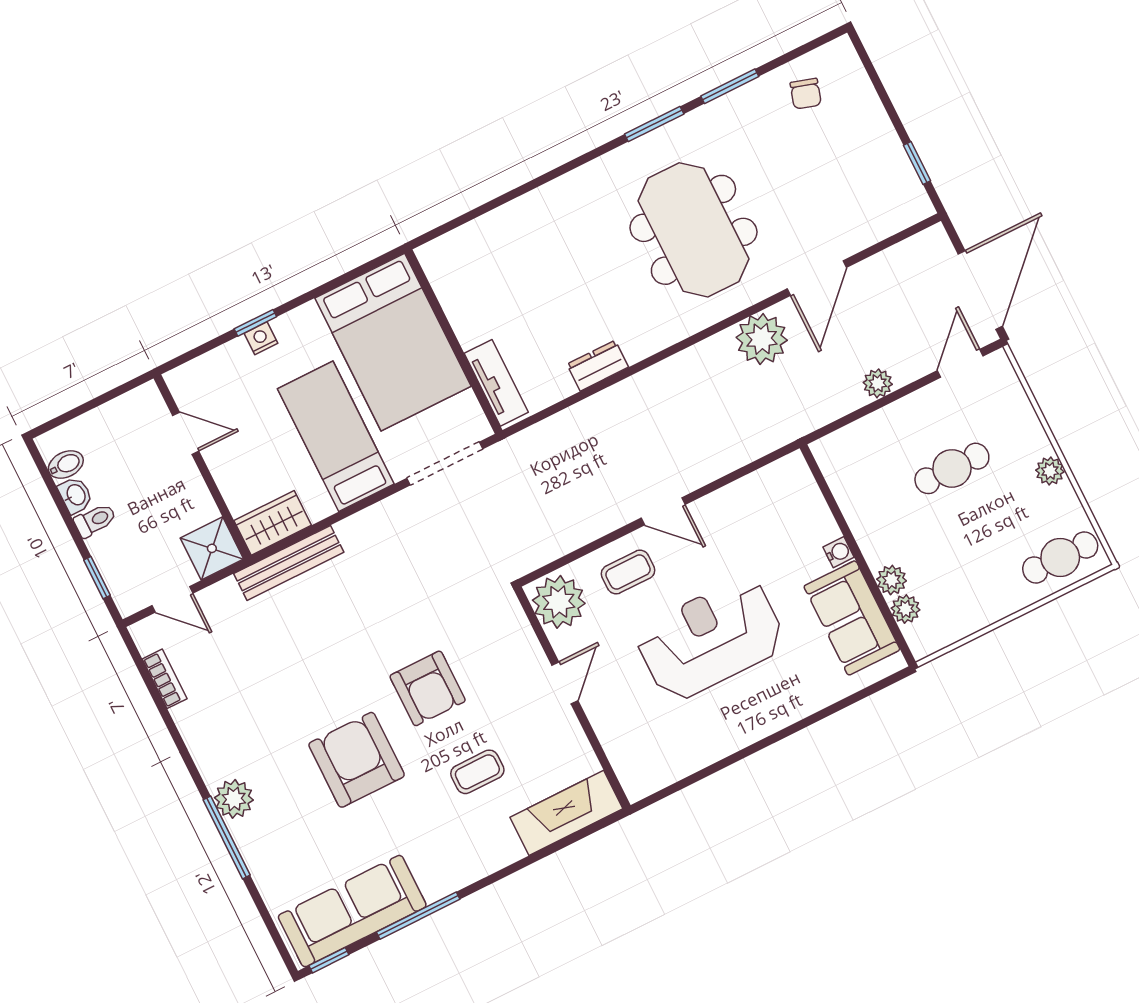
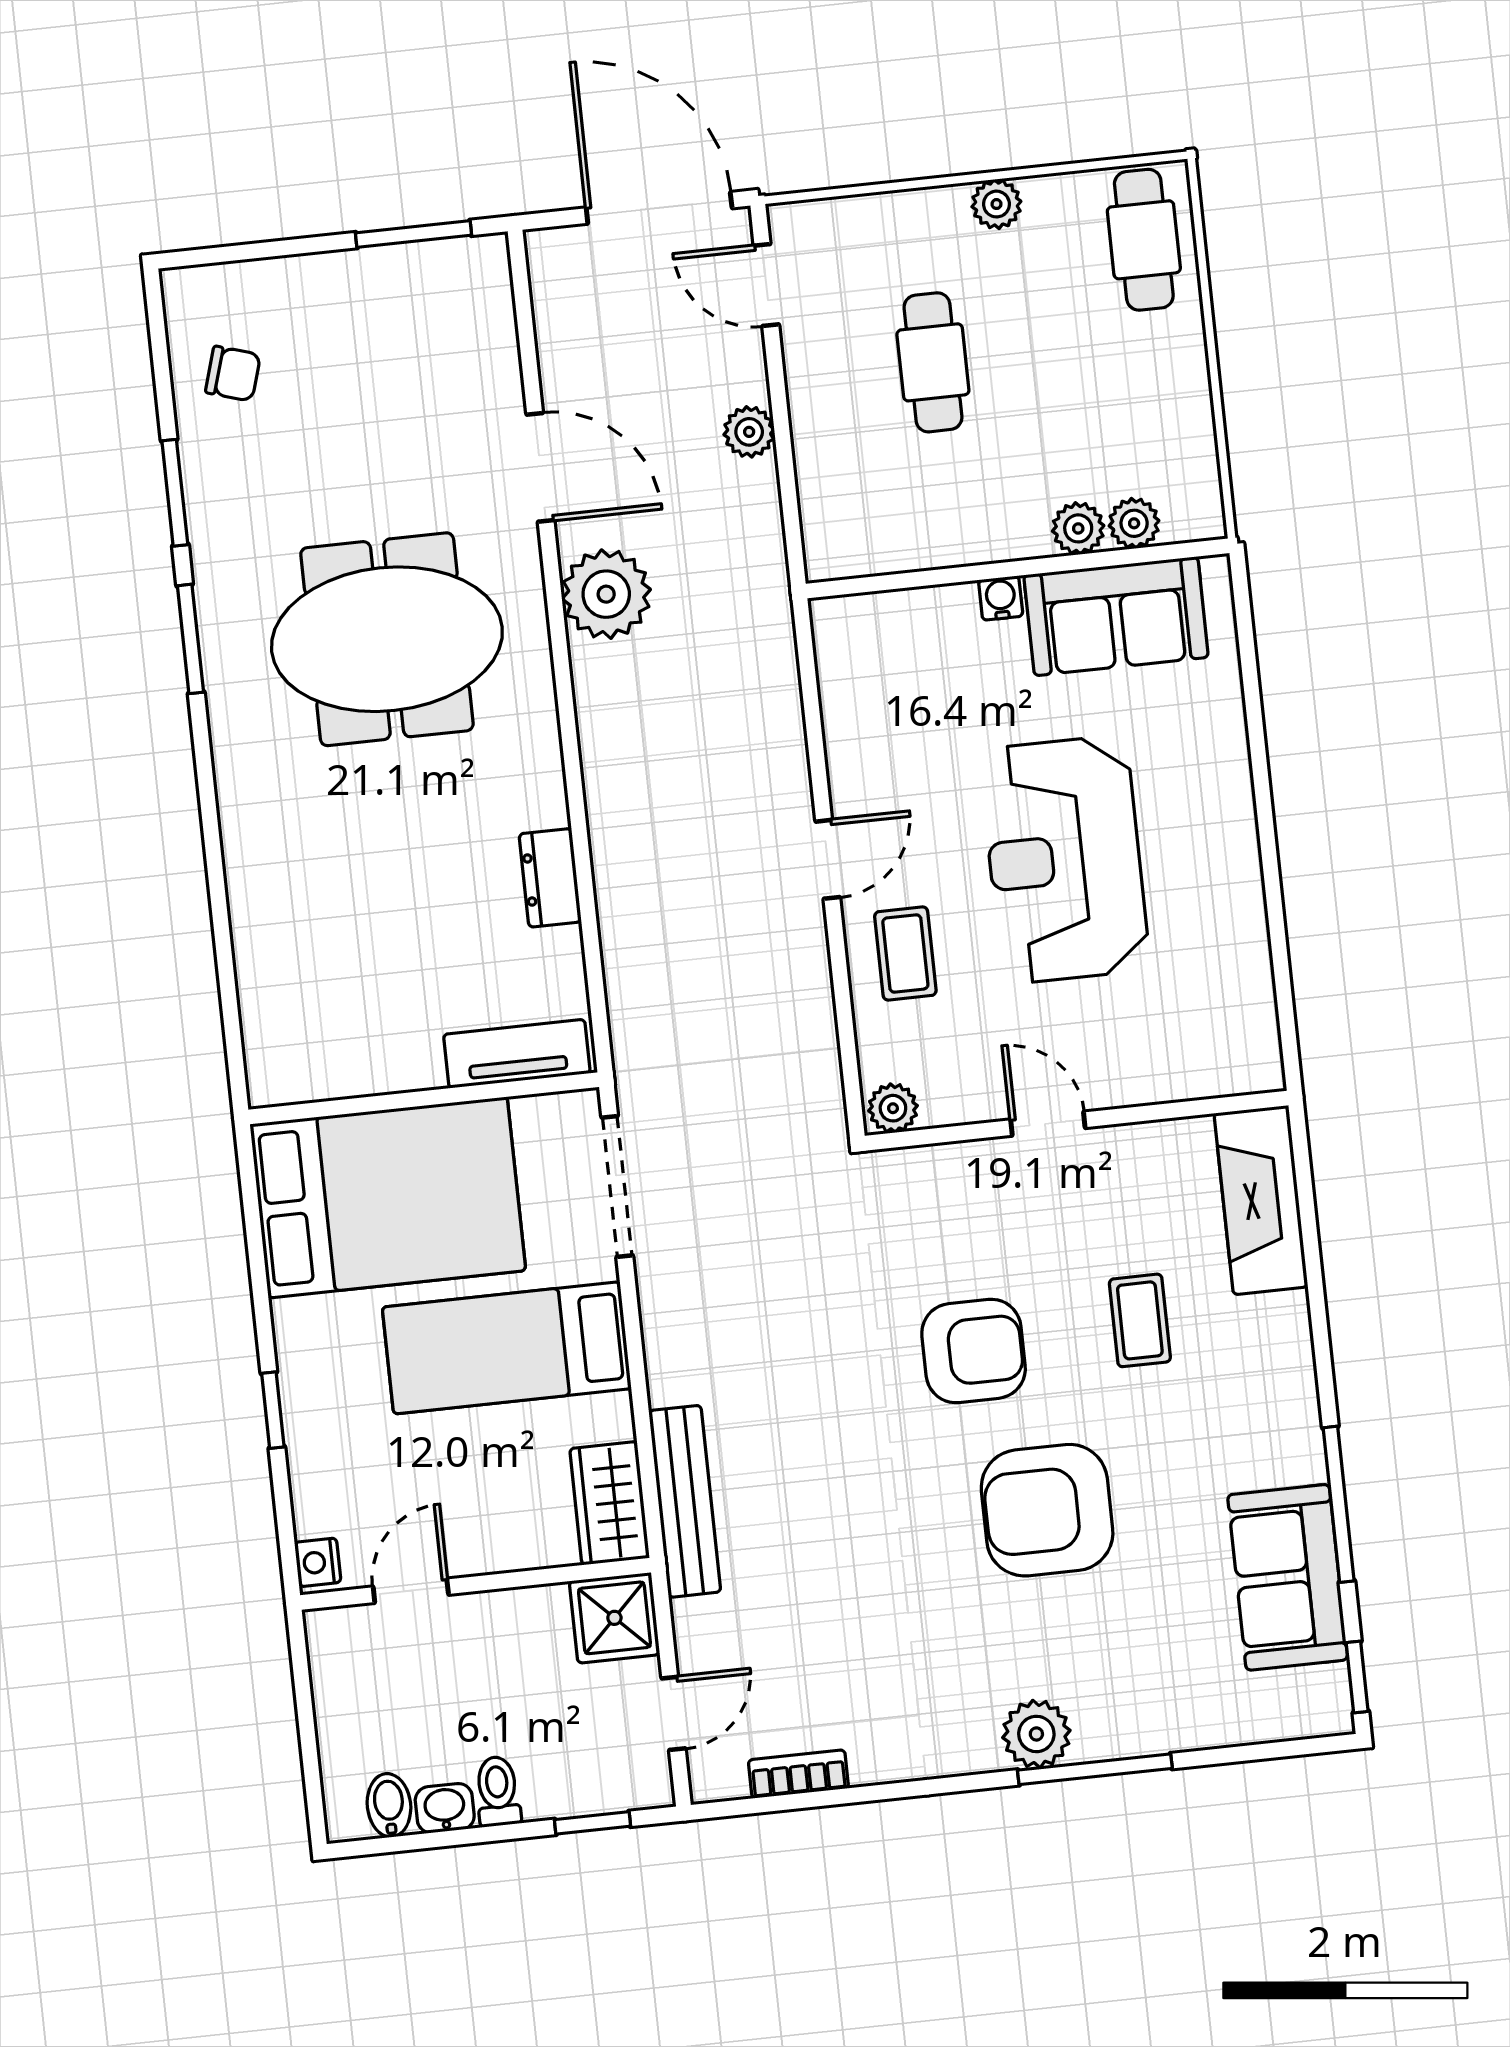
window: (917, 163) -> (413, 234), width x1.50
nightstand: (261, 338) -> (318, 1562), moved
plant: (559, 602) -> (893, 1108), width x0.53, depth x0.53
sofa: (352, 911) -> (1288, 1577), width x0.73

